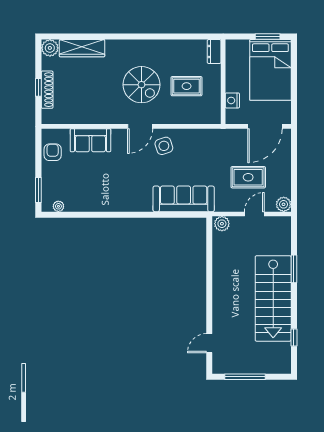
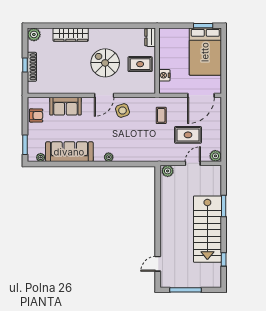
wardrobe: (82, 48) -> (71, 35), moved
dresser: (214, 52) -> (150, 37), moved
wall: (223, 82) -> (157, 61), moved
spiral stairs: (141, 85) -> (105, 63), turned 180
nightstand: (232, 100) -> (164, 75), moved
armchair: (53, 152) -> (36, 115), turned 90
coffee table: (214, 152) -> (161, 115), added
sofa: (184, 199) -> (69, 152), moved
plant: (146, 206) -> (109, 157), added

